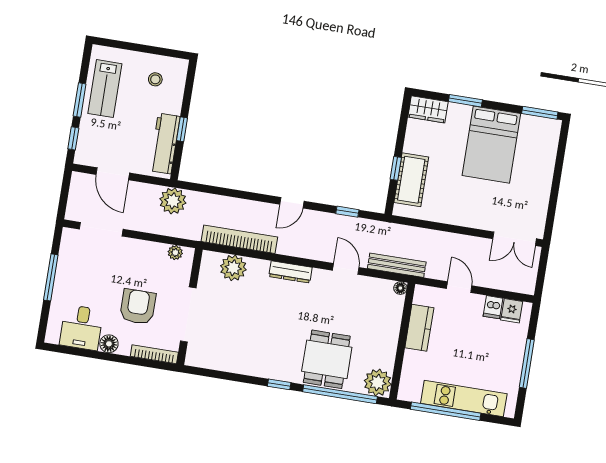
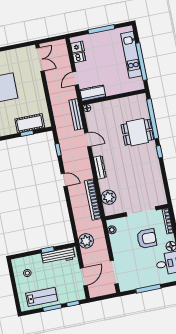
door: (346, 269) -> (88, 140), swing flipped
armchair: (138, 307) -> (147, 239), turned 180
kitchen counter: (419, 328) -> (93, 93), moved
plant: (378, 382) -> (140, 102), removed

